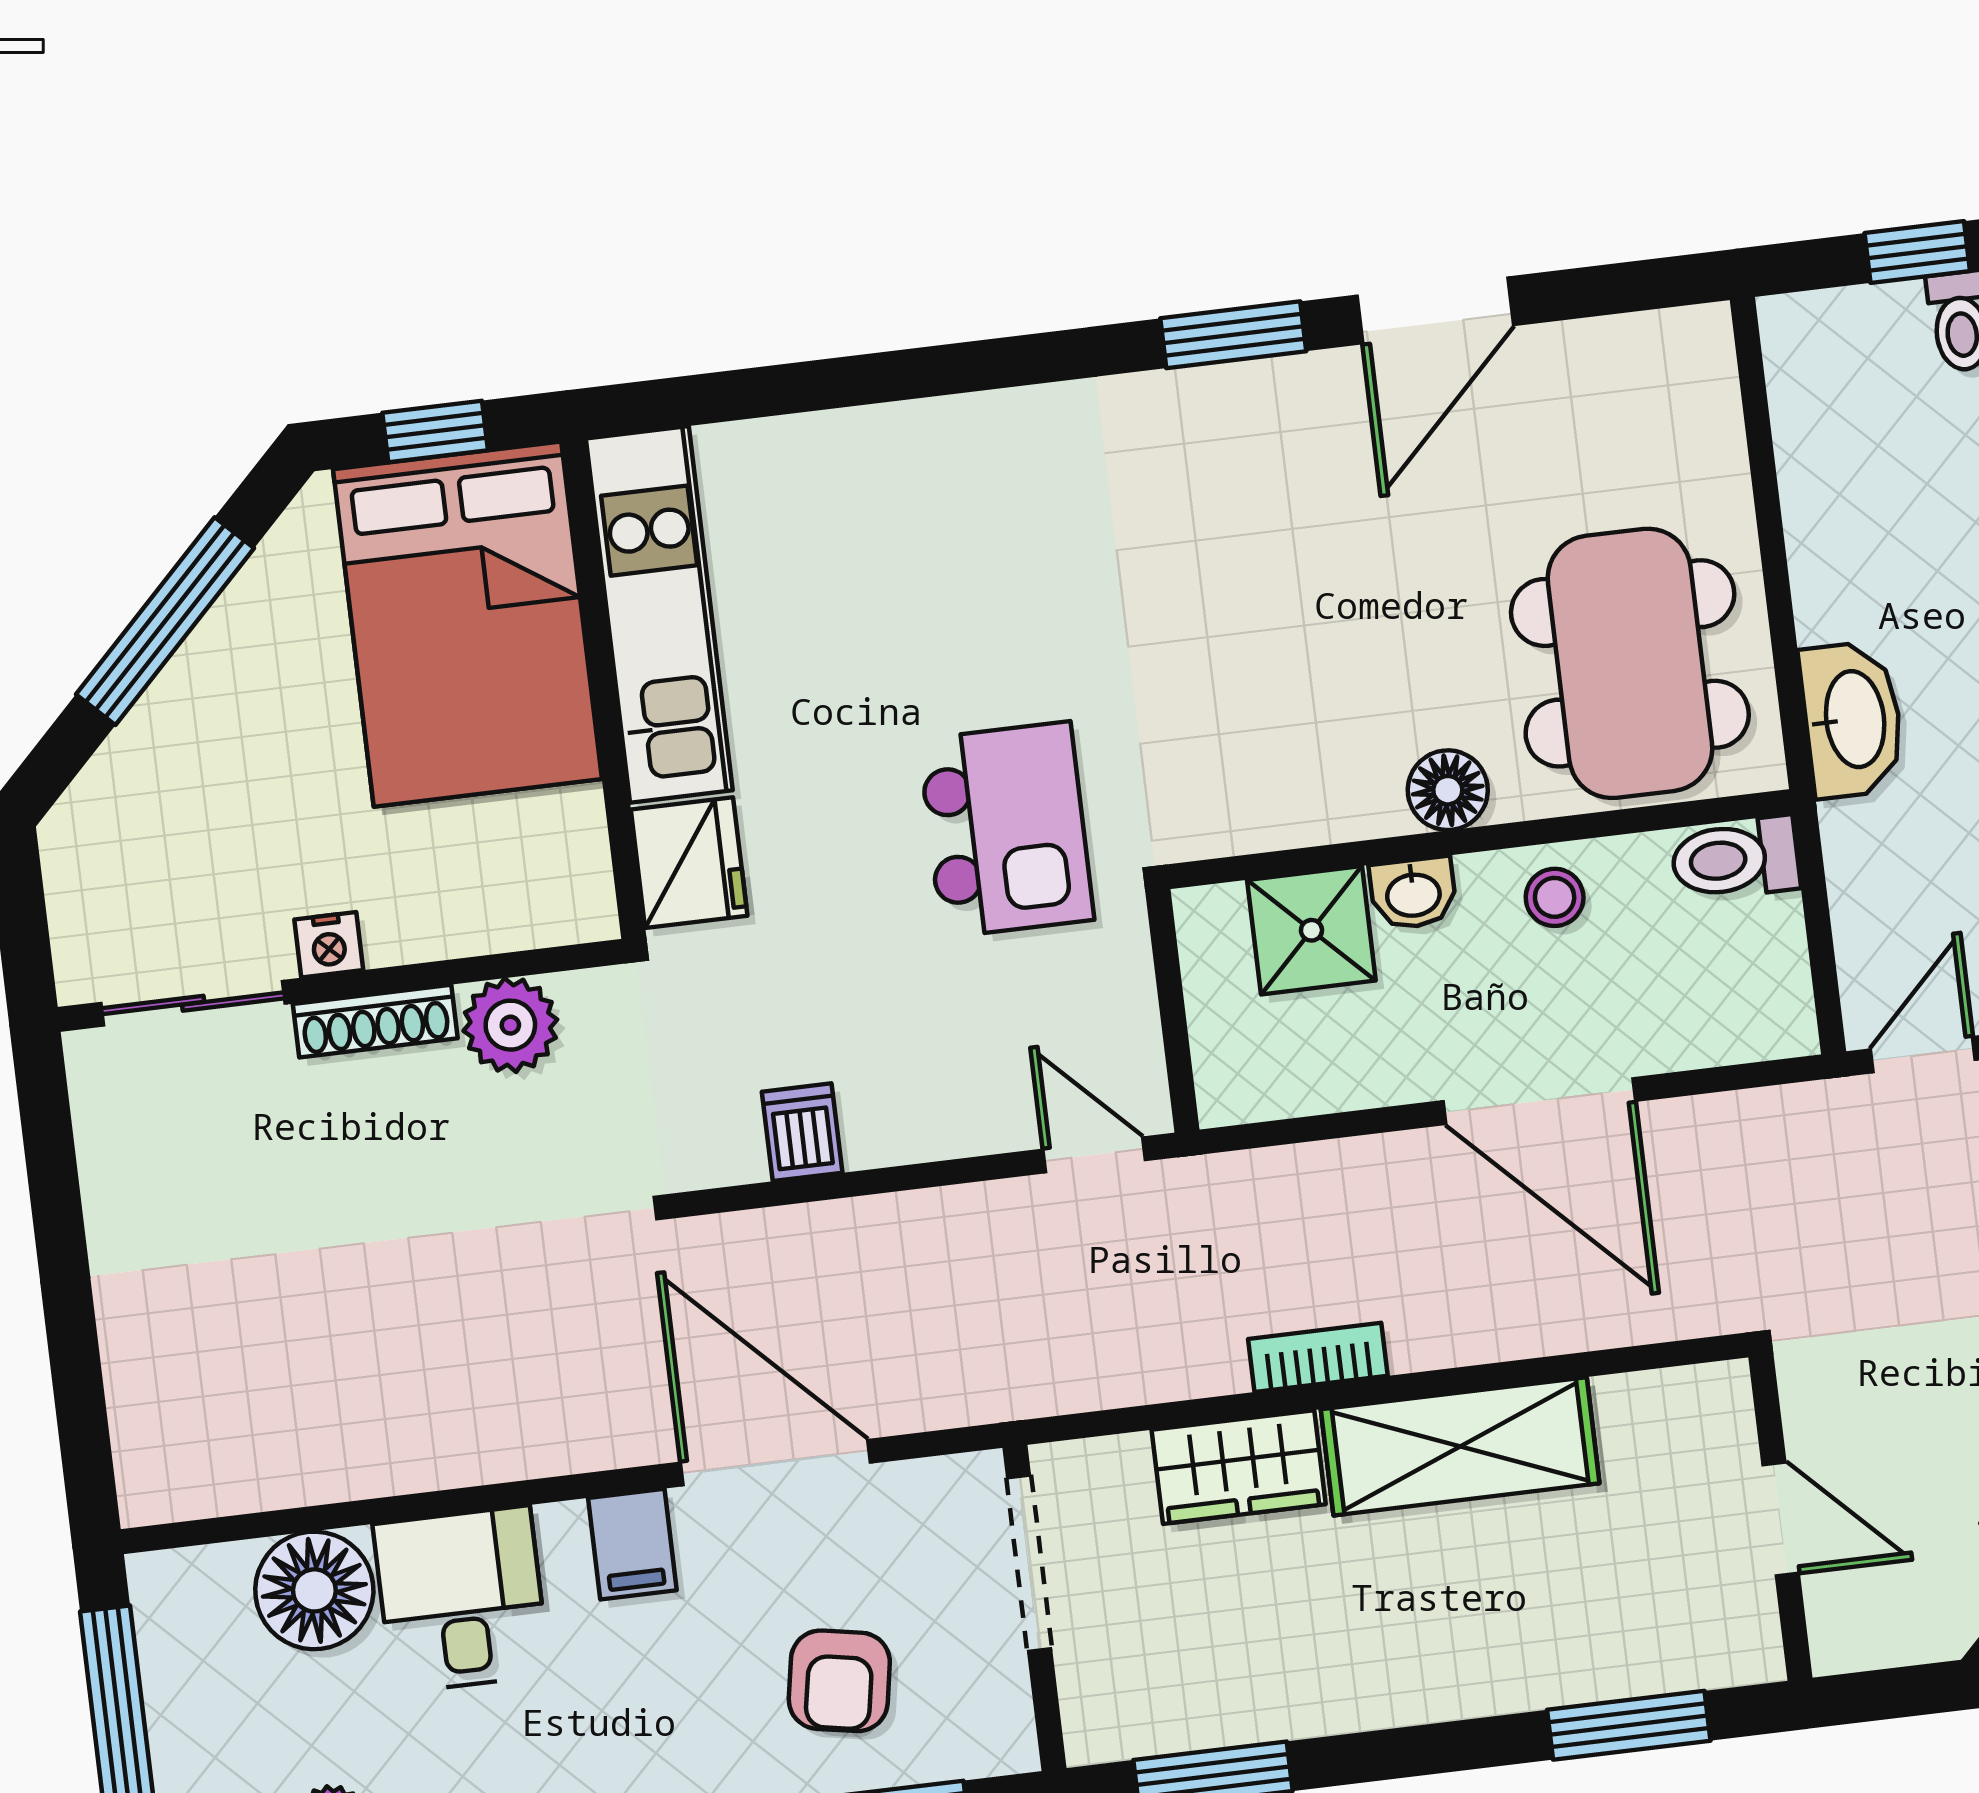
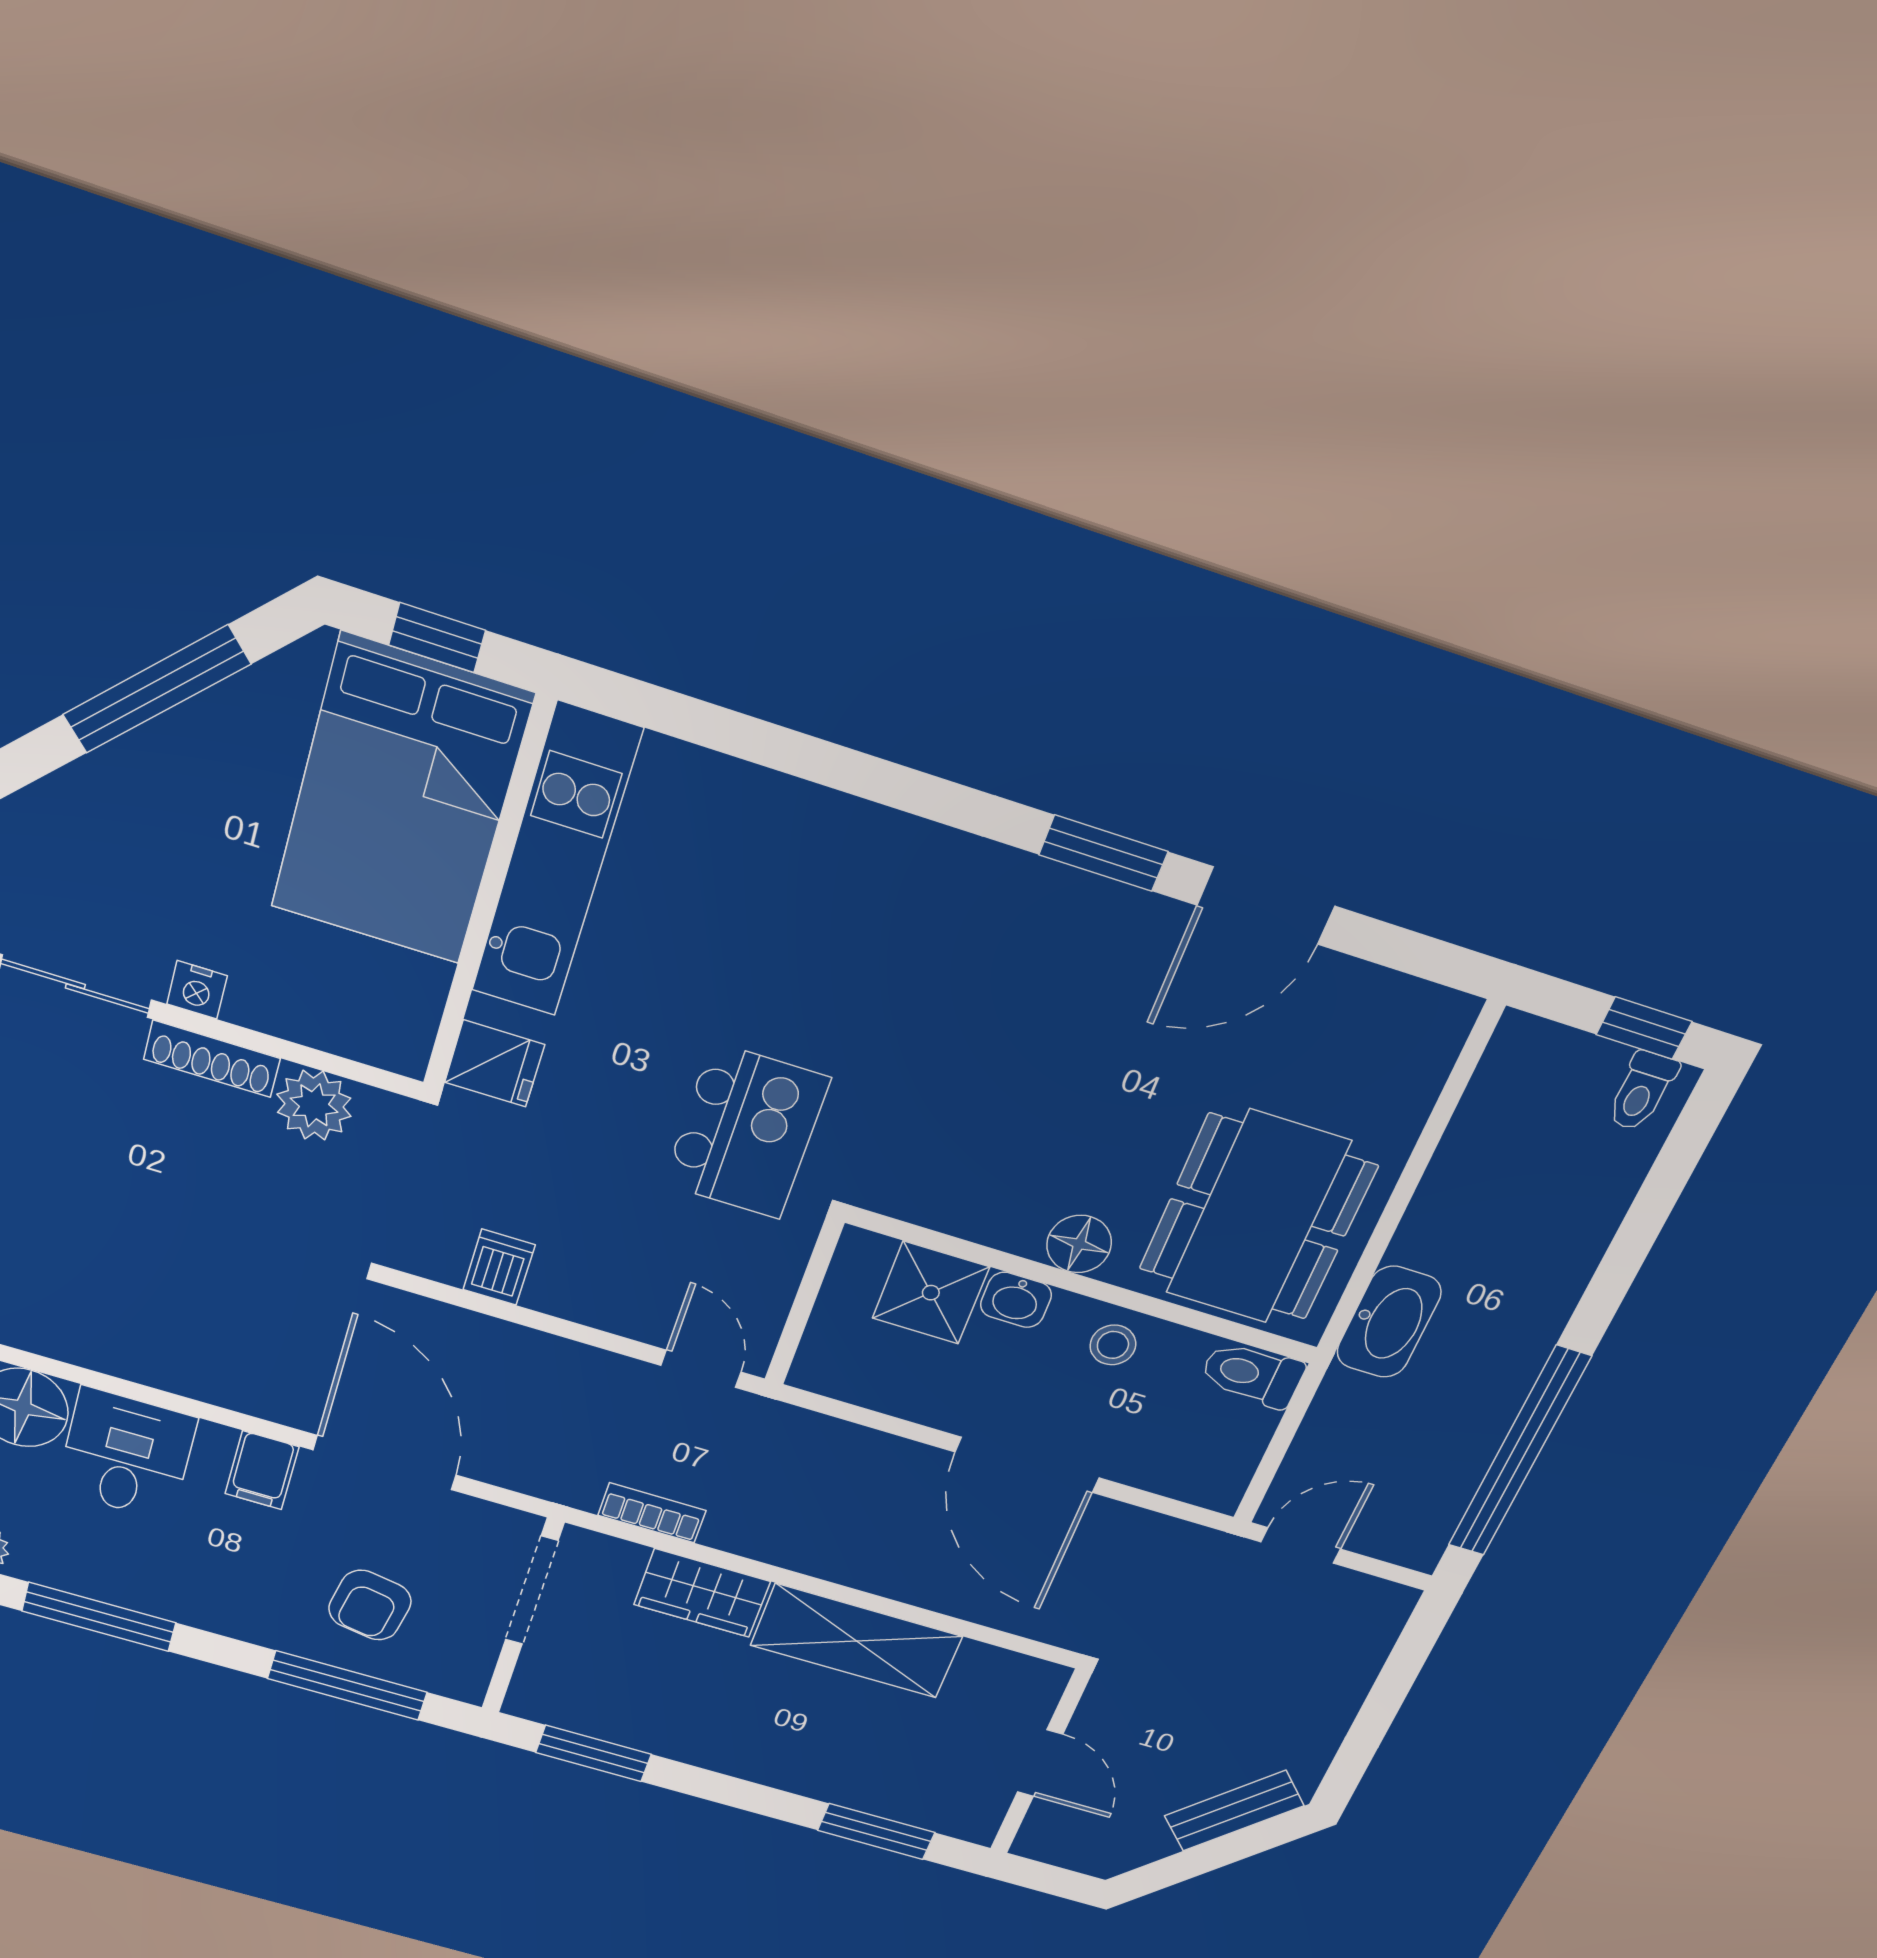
fridge: (689, 863) -> (495, 1063), width x0.72
bookcase: (1318, 1357) -> (652, 1513), moved

